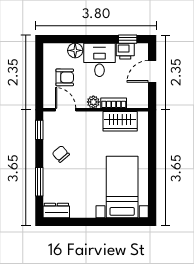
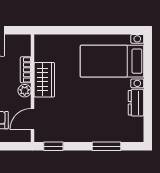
wardrobe: (120, 121) -> (44, 80), moved
chair: (61, 154) -> (78, 124), removed
dresser: (56, 211) -> (136, 103), moved

